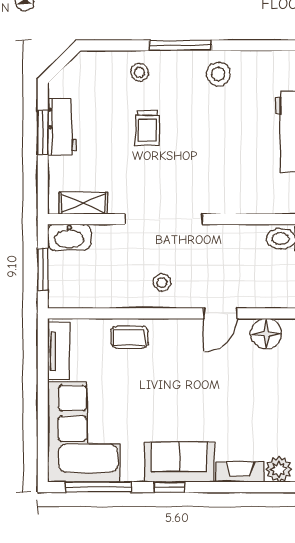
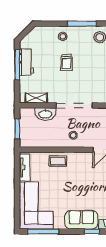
window: (43, 132) -> (17, 65), width x1.44
washbasin: (69, 237) -> (45, 114), moved
window: (170, 487) -> (92, 231), moved

